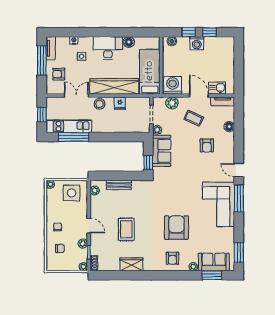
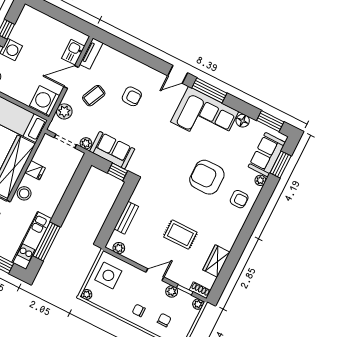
floor lamp: (229, 127) -> (243, 121), moved
wardrobe: (131, 264) -> (216, 261), moved

